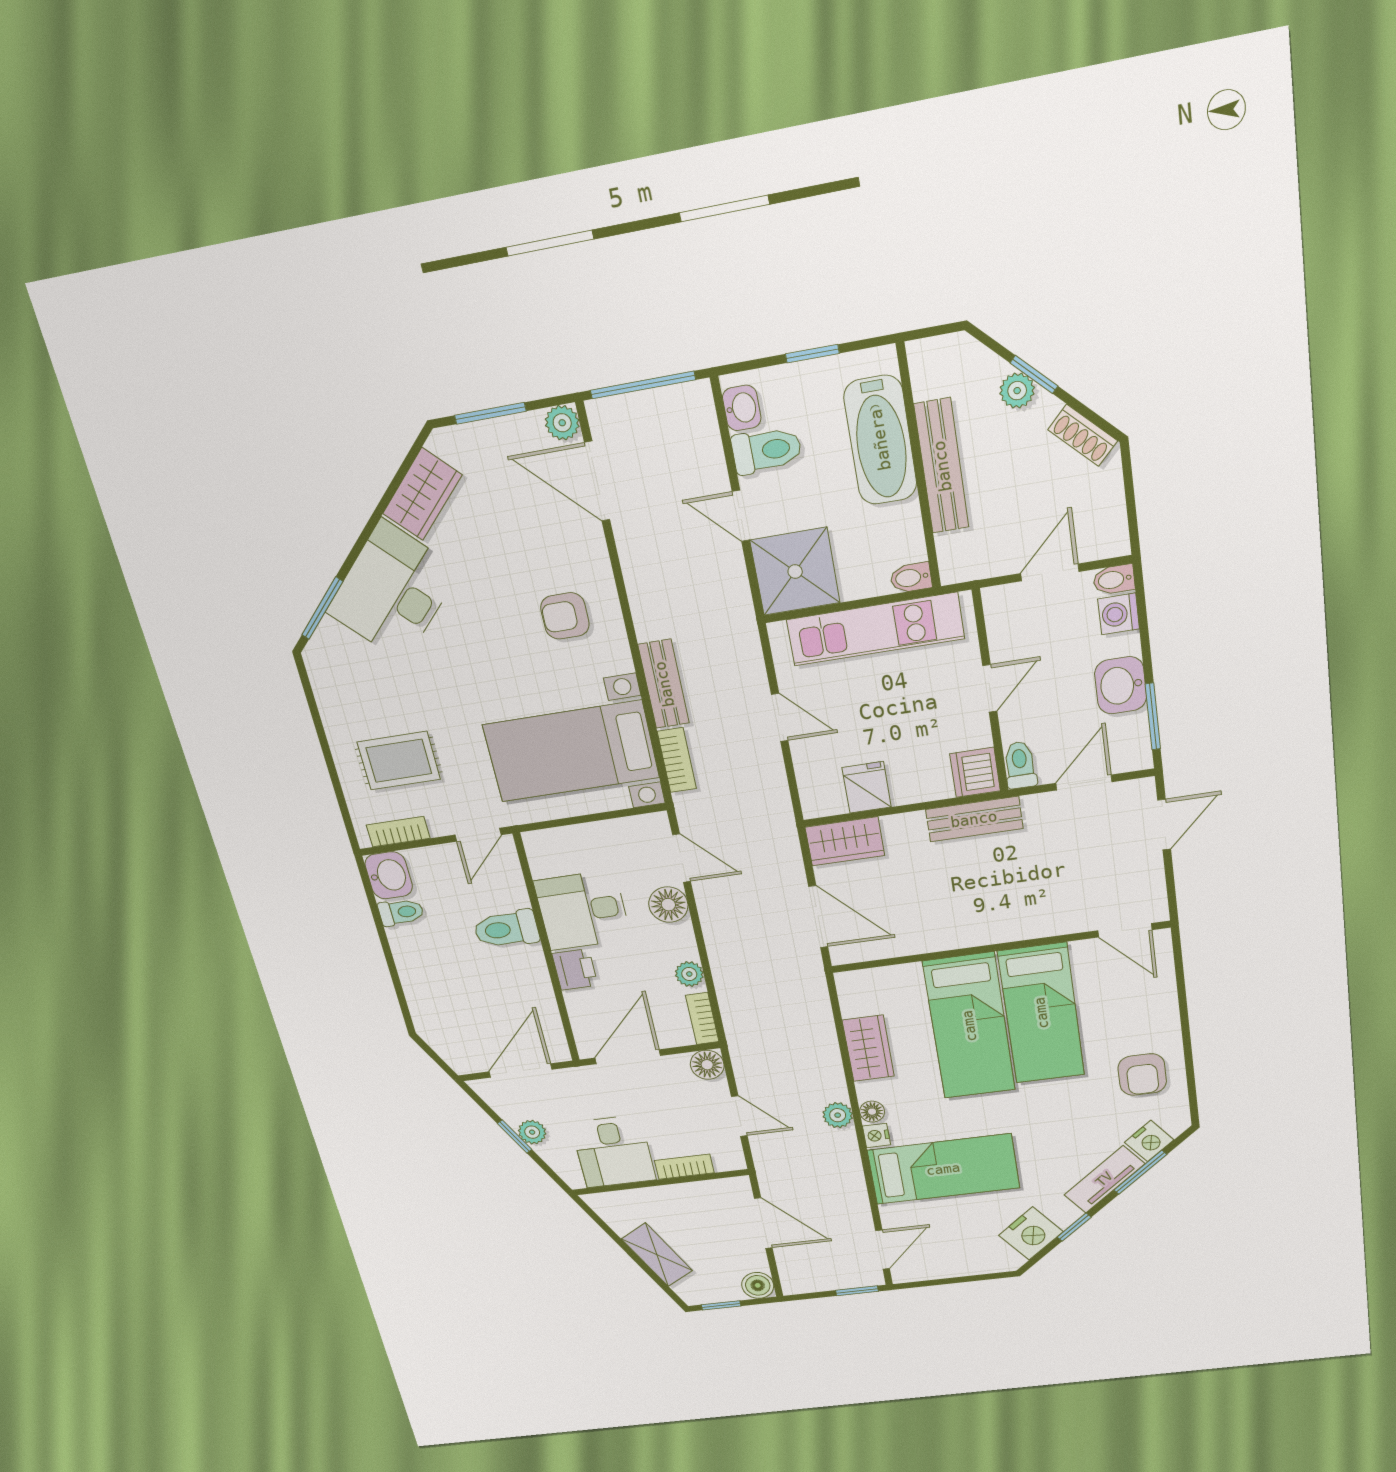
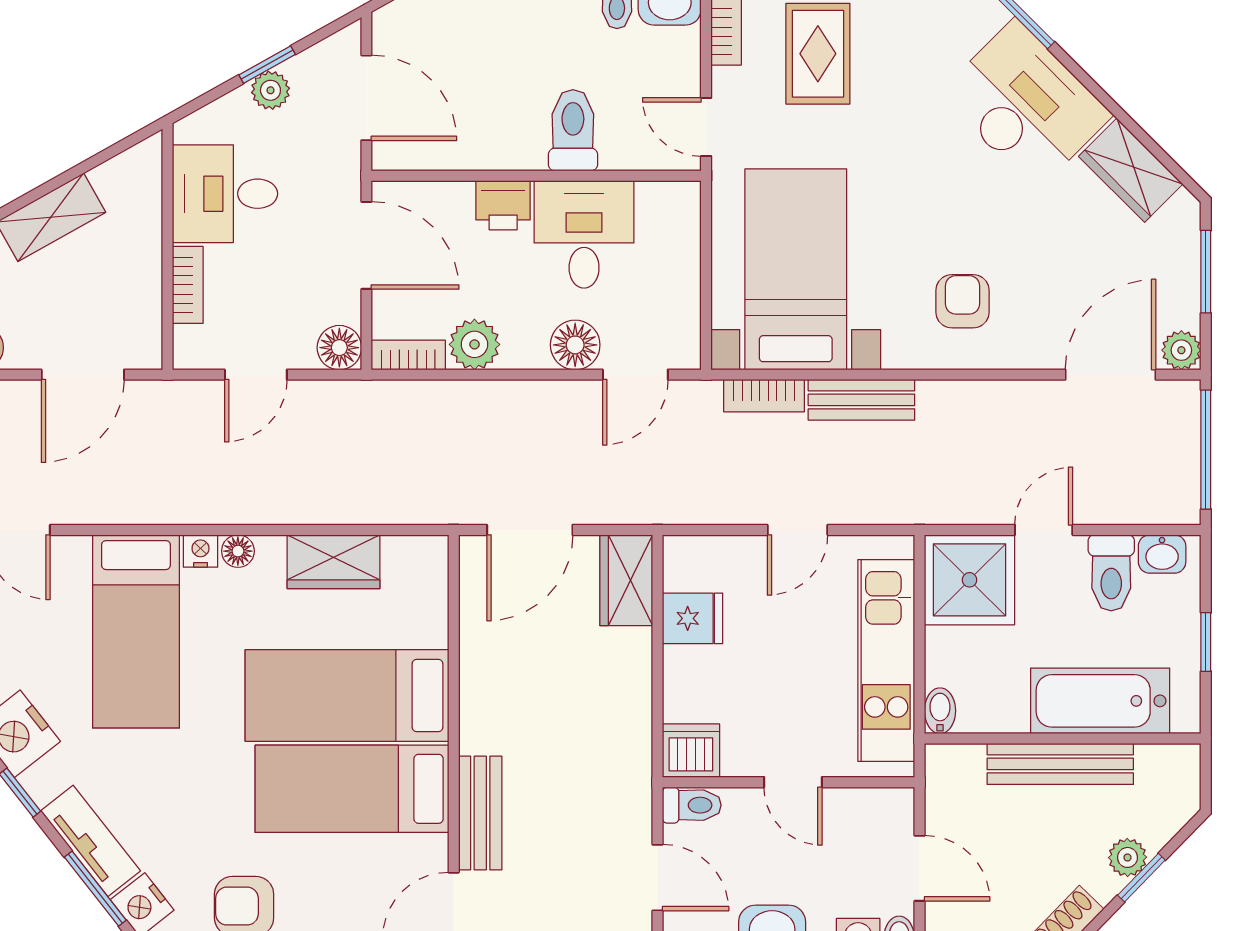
bench: (974, 819) -> (480, 813), moved
plant: (689, 974) -> (474, 344), width x1.38, depth x1.38
plant: (838, 1115) -> (239, 505), removed

